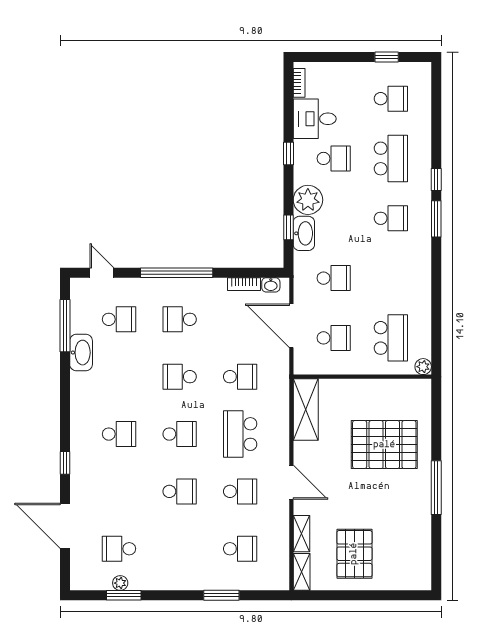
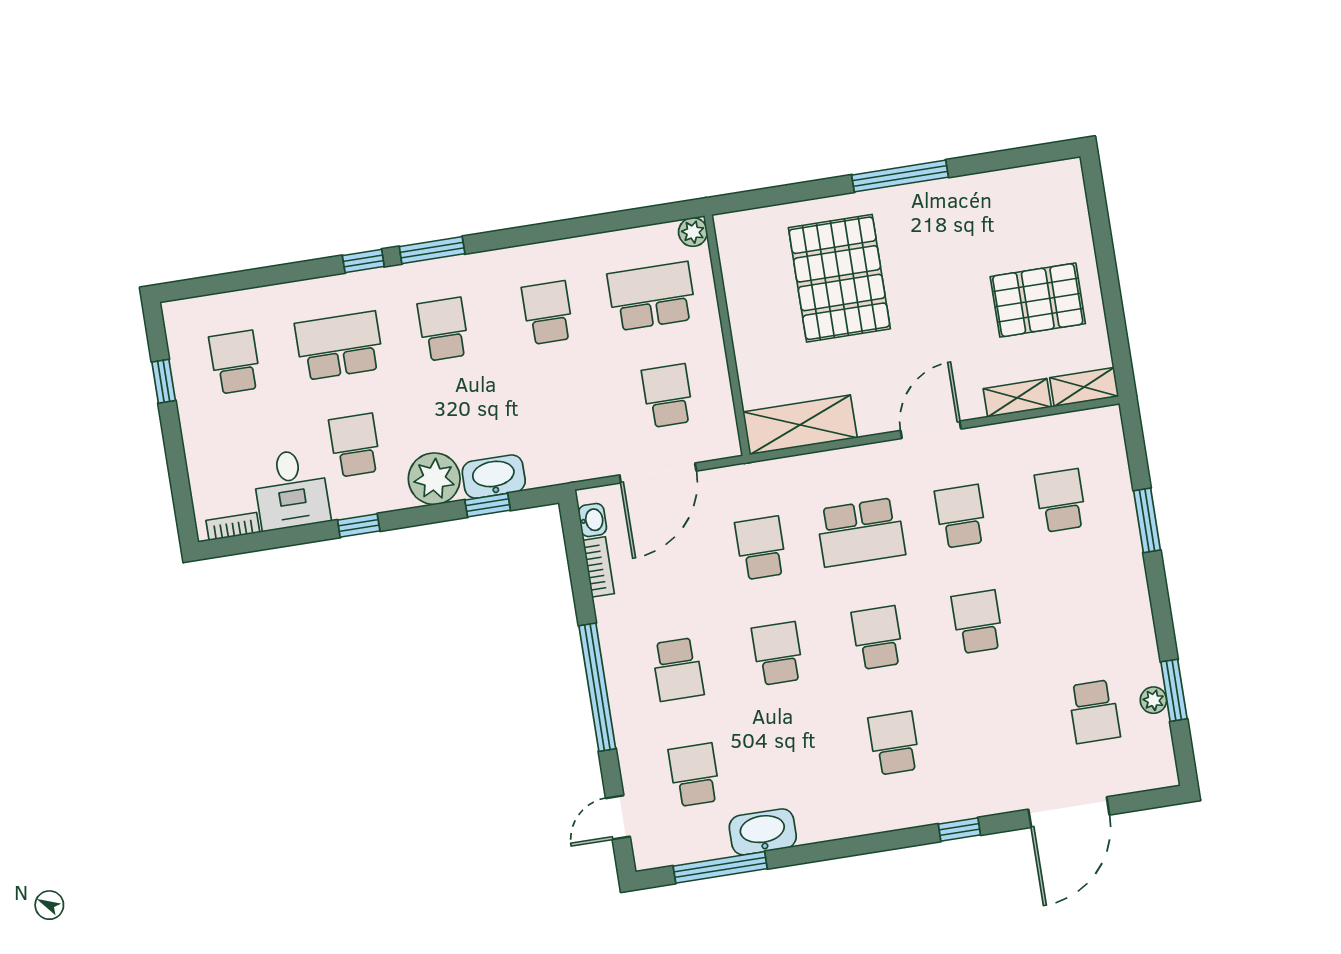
school desk: (334, 278) -> (548, 313), moved
school desk: (180, 377) -> (778, 654), turned 180

